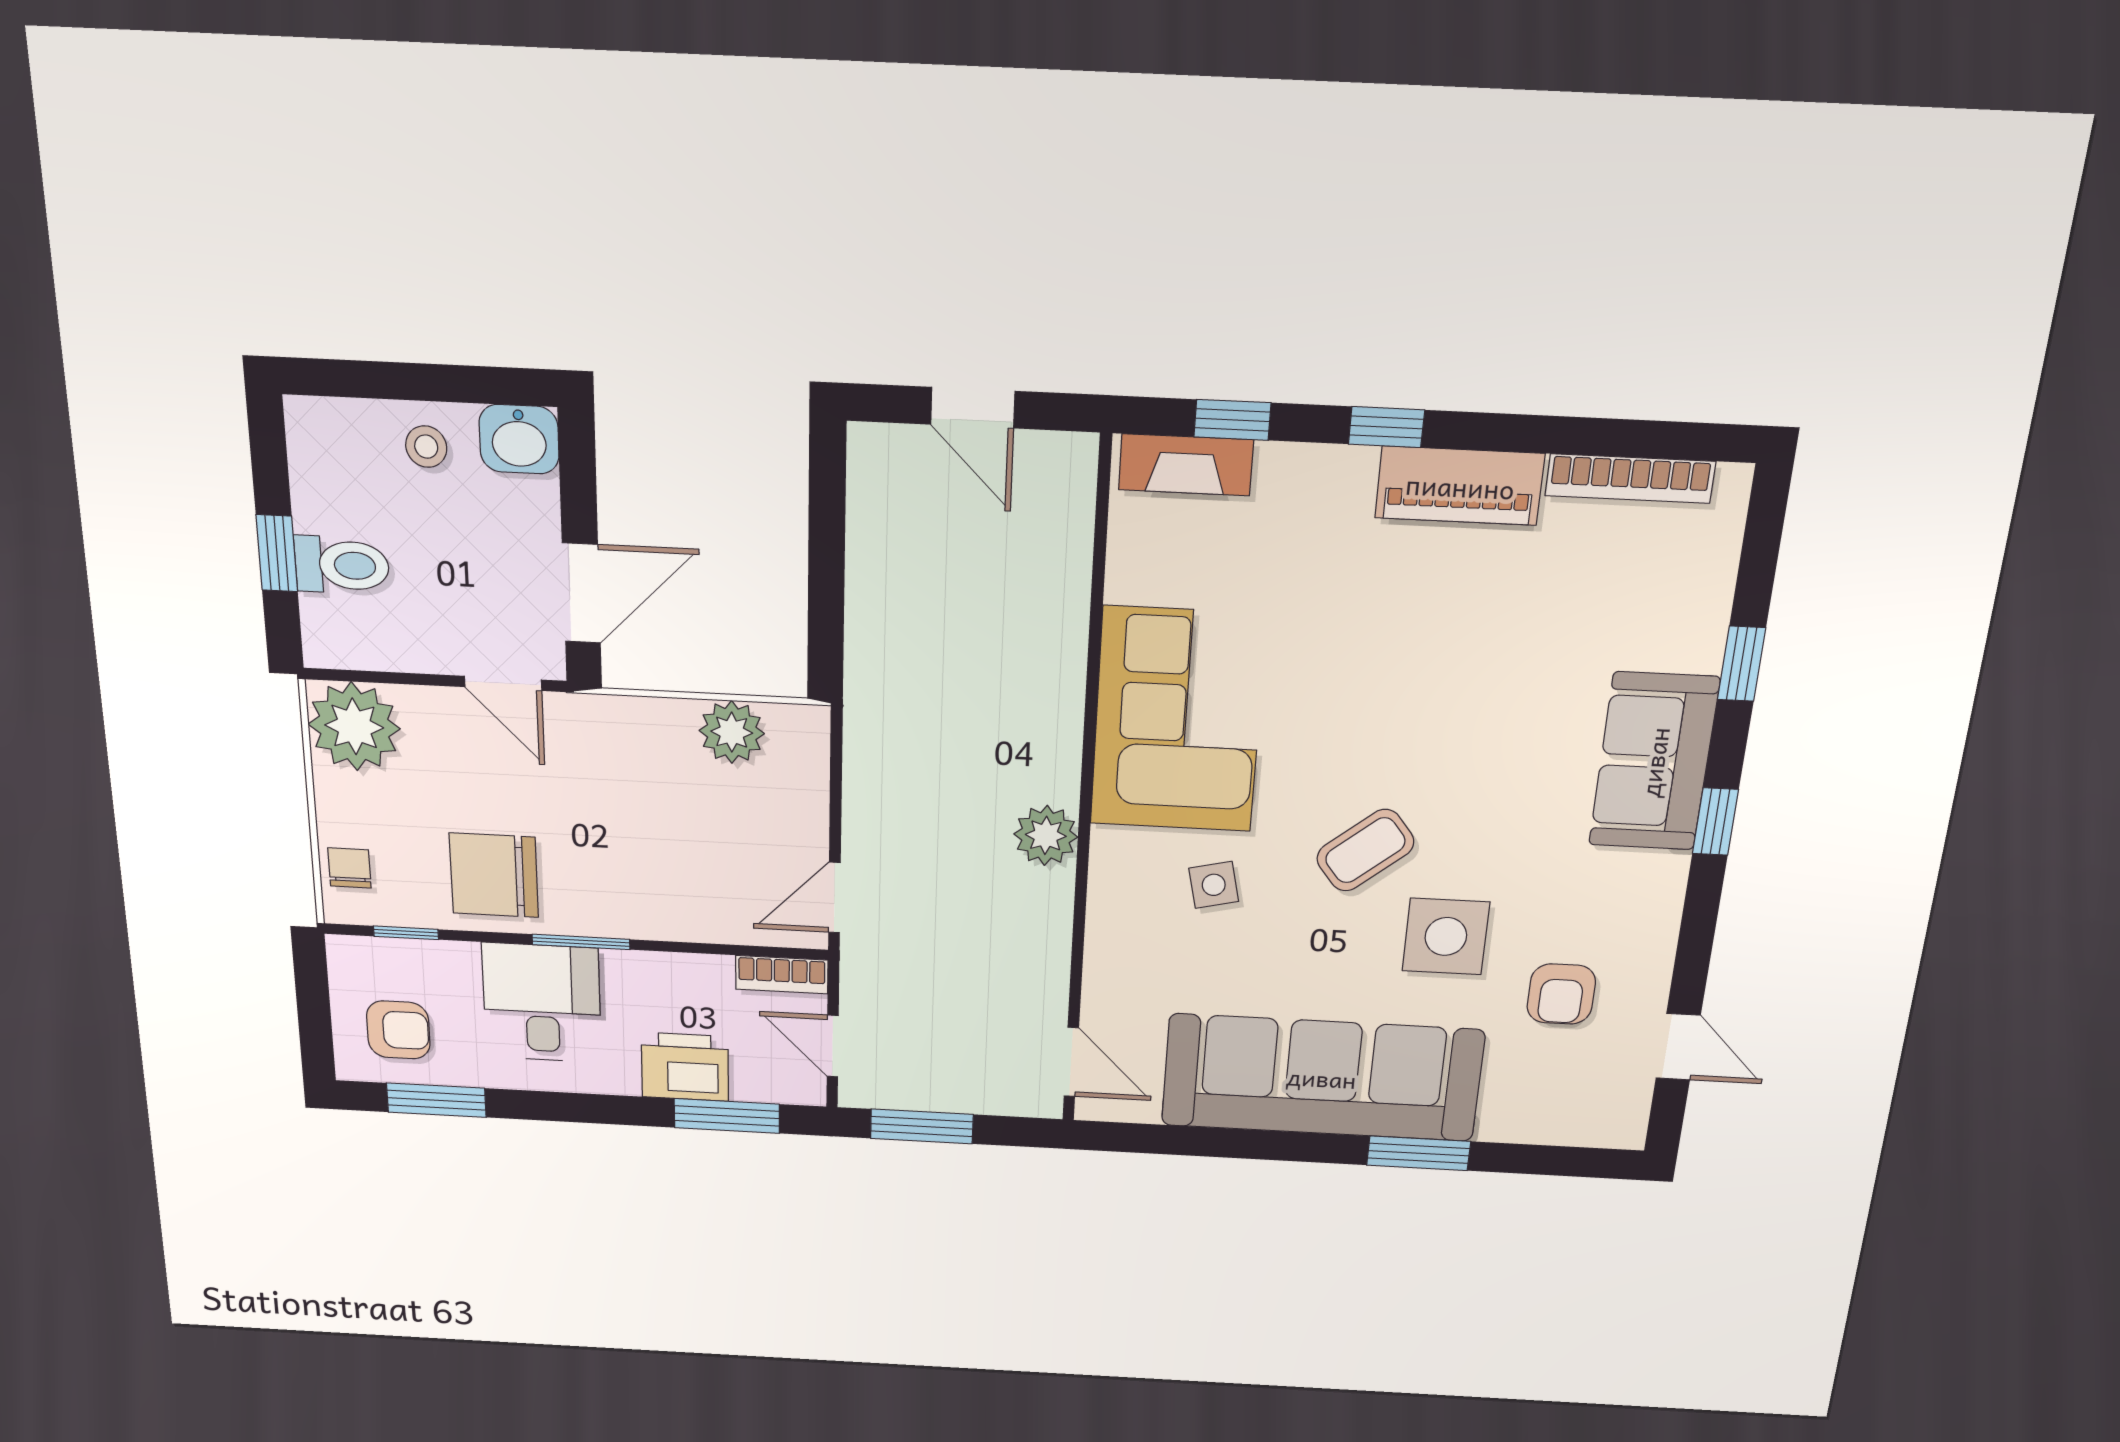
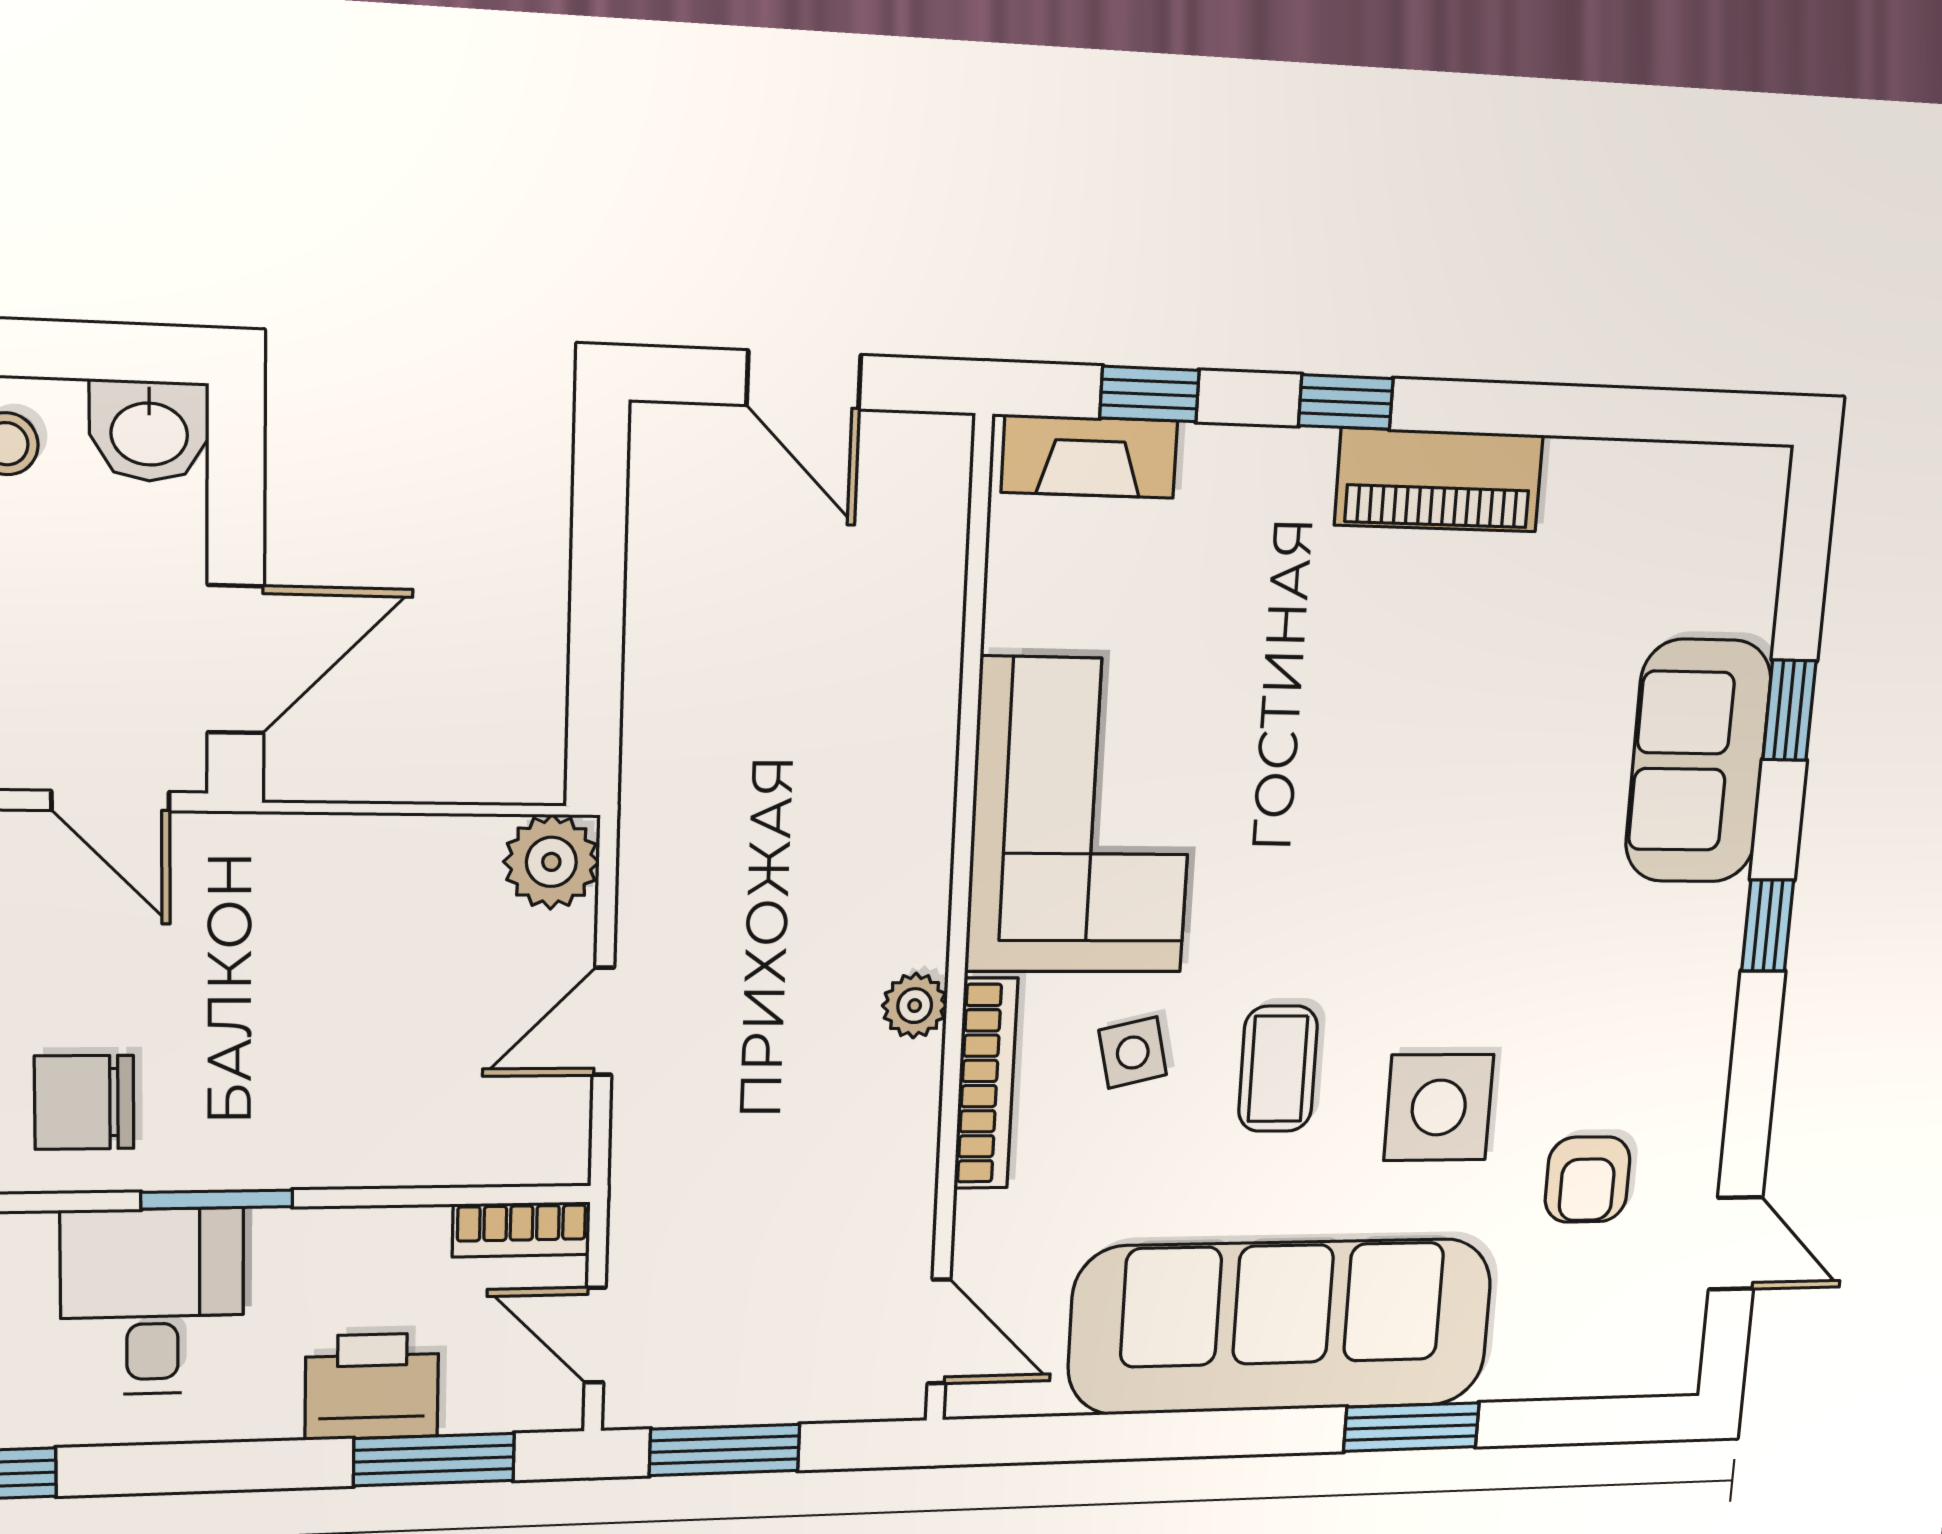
bookcase: (1630, 479) -> (986, 1083), moved, turned -90
plant: (732, 732) -> (551, 862), moved
sofa: (1654, 762) -> (1698, 761), moved
plant: (1046, 835) -> (915, 1006), width x0.73, depth x0.73
coffee table: (1365, 850) -> (1278, 1069), moved, turned -51
chair: (494, 875) -> (84, 1102), width x0.73, depth x0.73
door: (834, 898) -> (603, 1021), moved

